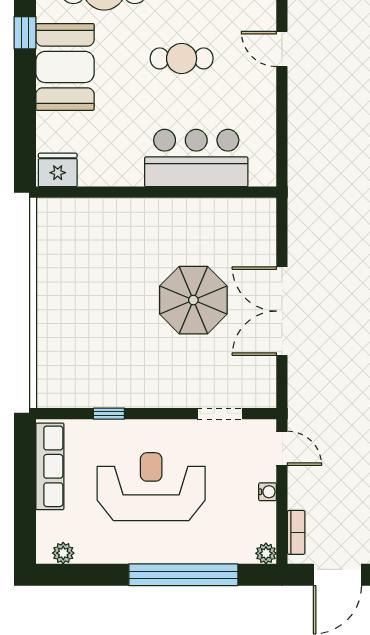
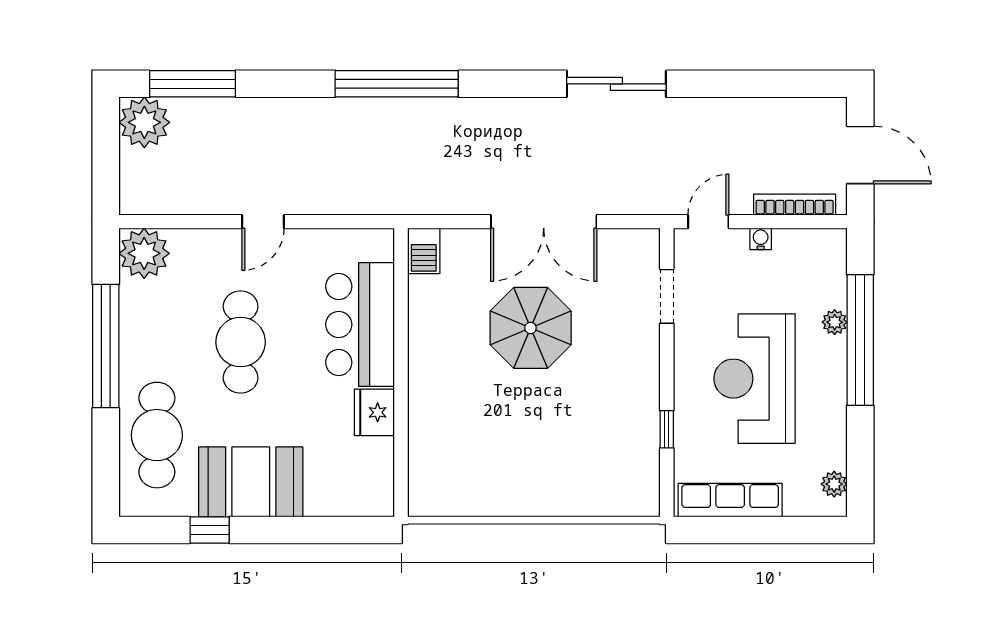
door: (282, 49) -> (263, 222), moved
cafe table: (182, 58) -> (241, 342), width x1.37, depth x1.35
fridge: (58, 170) -> (374, 412), moved
barbecue: (257, 211) -> (424, 251), added
bookcase: (296, 532) -> (795, 205), width x1.56
plant: (266, 553) -> (835, 322), moved

